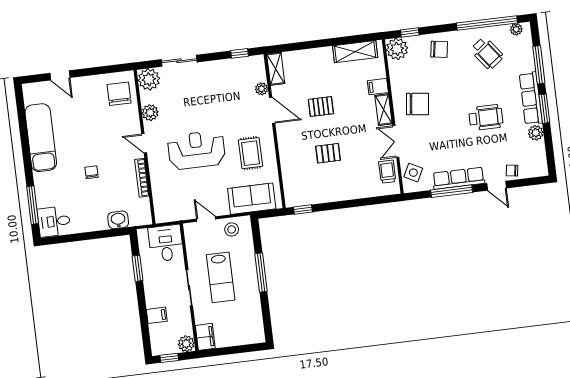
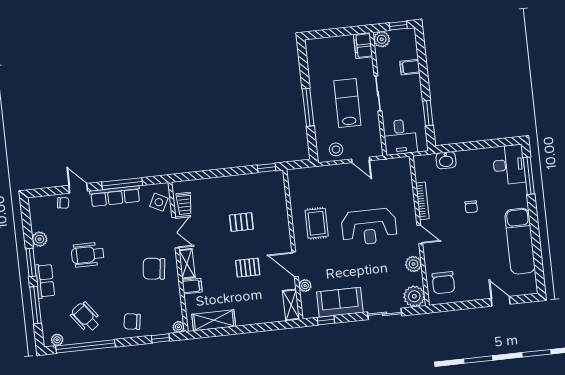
plant: (397, 49) -> (178, 327), width x0.53, depth x0.53
row of seats: (531, 98) -> (45, 281), width x0.68
sofa: (252, 199) -> (340, 302), moved, turned 180
desk: (54, 222) -> (509, 165), width x1.37

